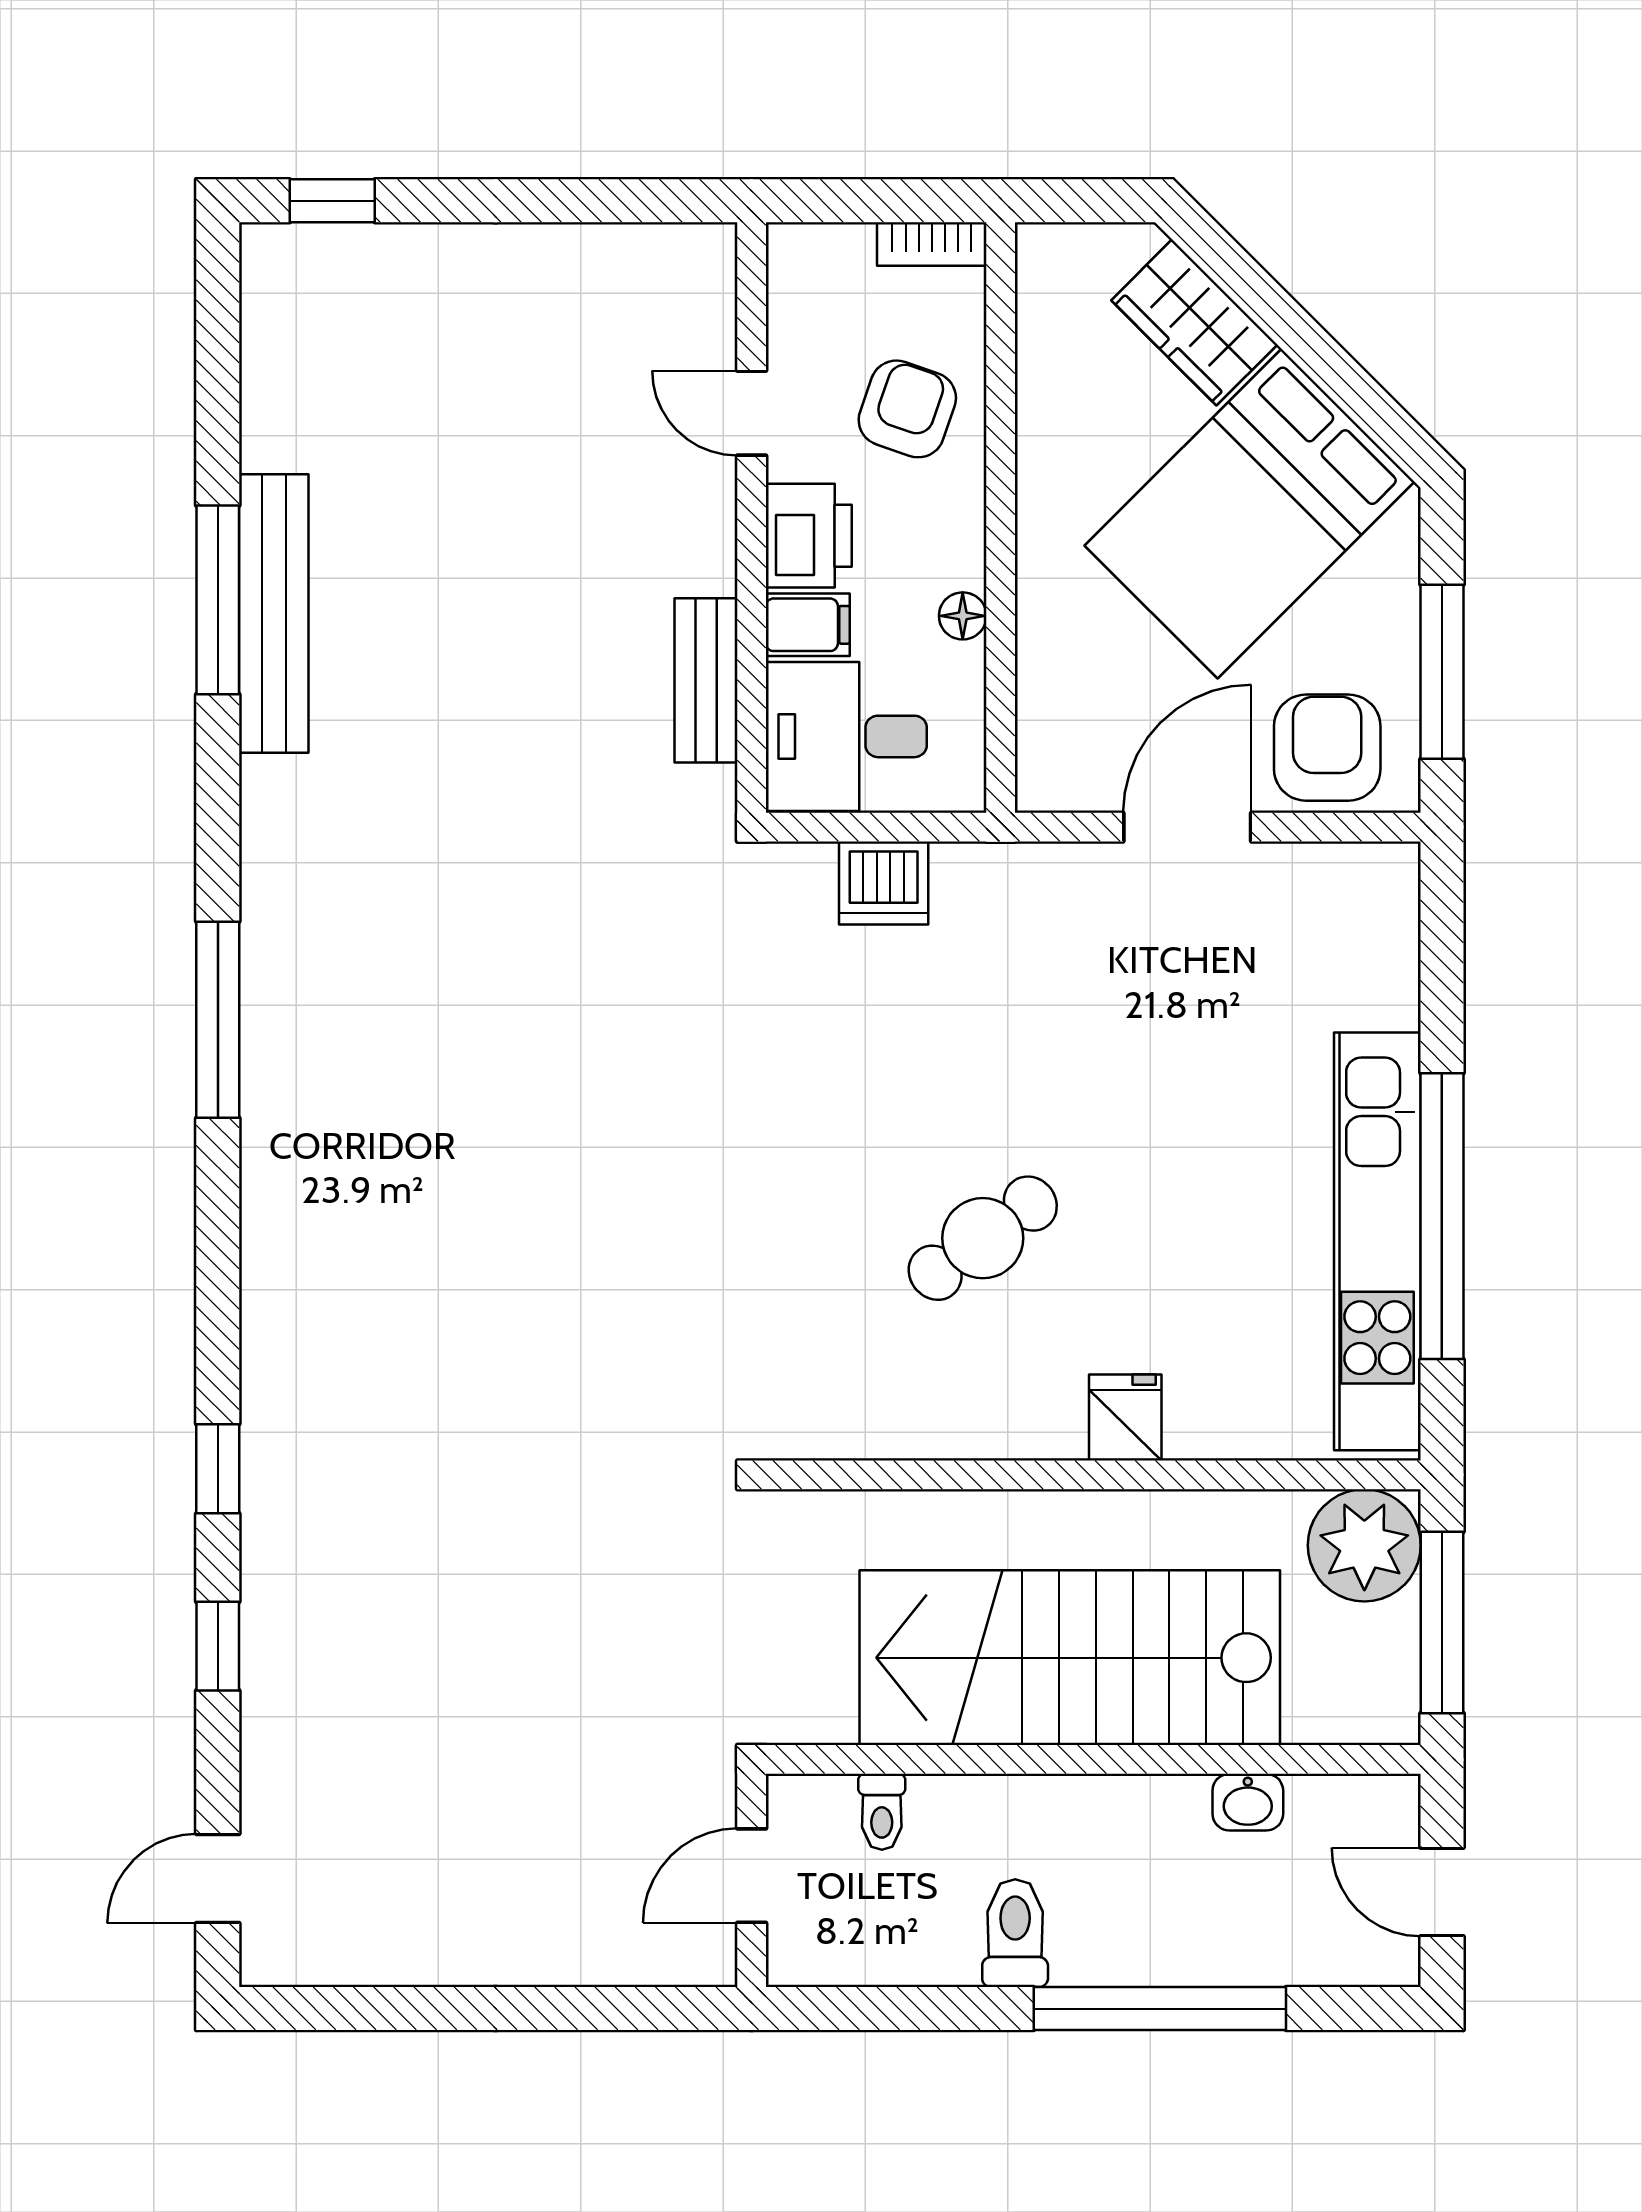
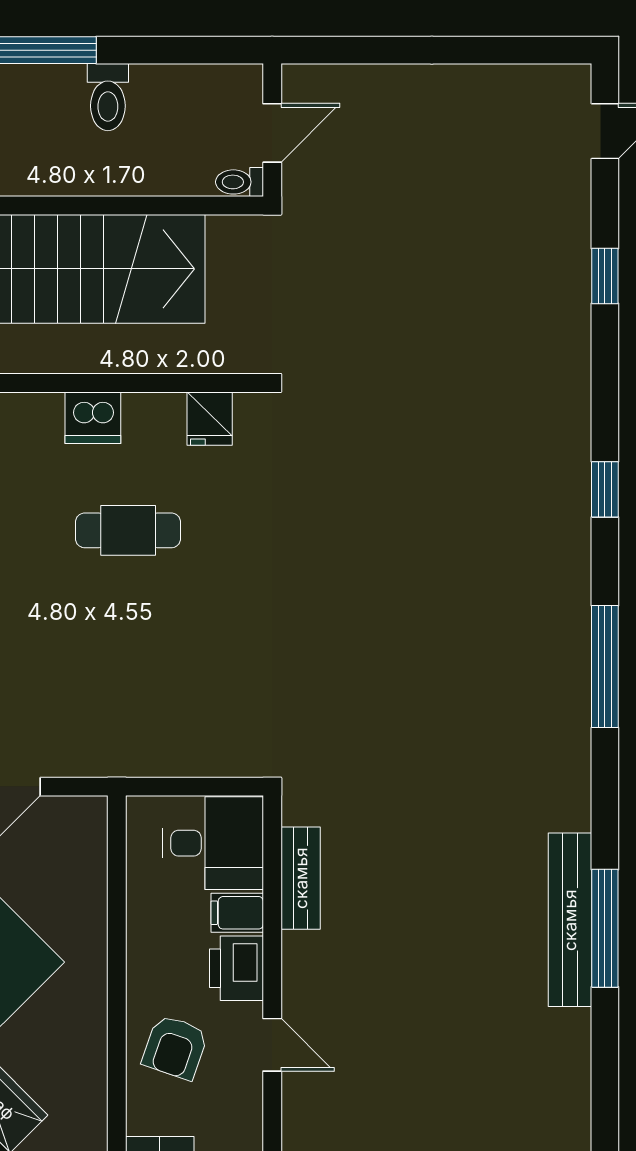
floor lamp: (963, 616) -> (140, 918), removed
dishwasher: (884, 883) -> (93, 418), moved, turned 180
cafe table: (983, 1238) -> (128, 530), turned 36
fridge: (1125, 1417) -> (210, 419), moved
window: (218, 1469) -> (605, 489), moved
toilet: (882, 1812) -> (239, 182), moved, turned -90

